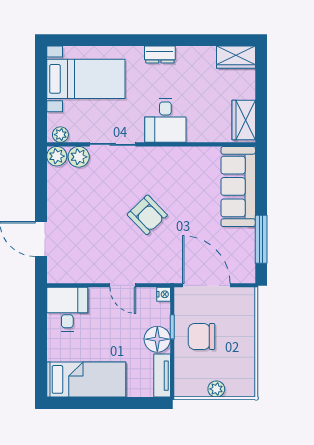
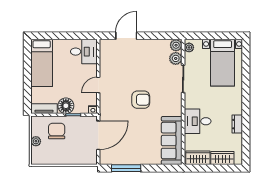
dresser: (160, 54) -> (237, 124), moved
wardrobe: (236, 57) -> (222, 158), moved, turned 90
desk: (165, 120) -> (198, 121), moved
sofa: (238, 186) -> (172, 141), moved, turned -90
armchair: (147, 215) -> (141, 100), turned -136
chair: (202, 336) -> (57, 131), moved

